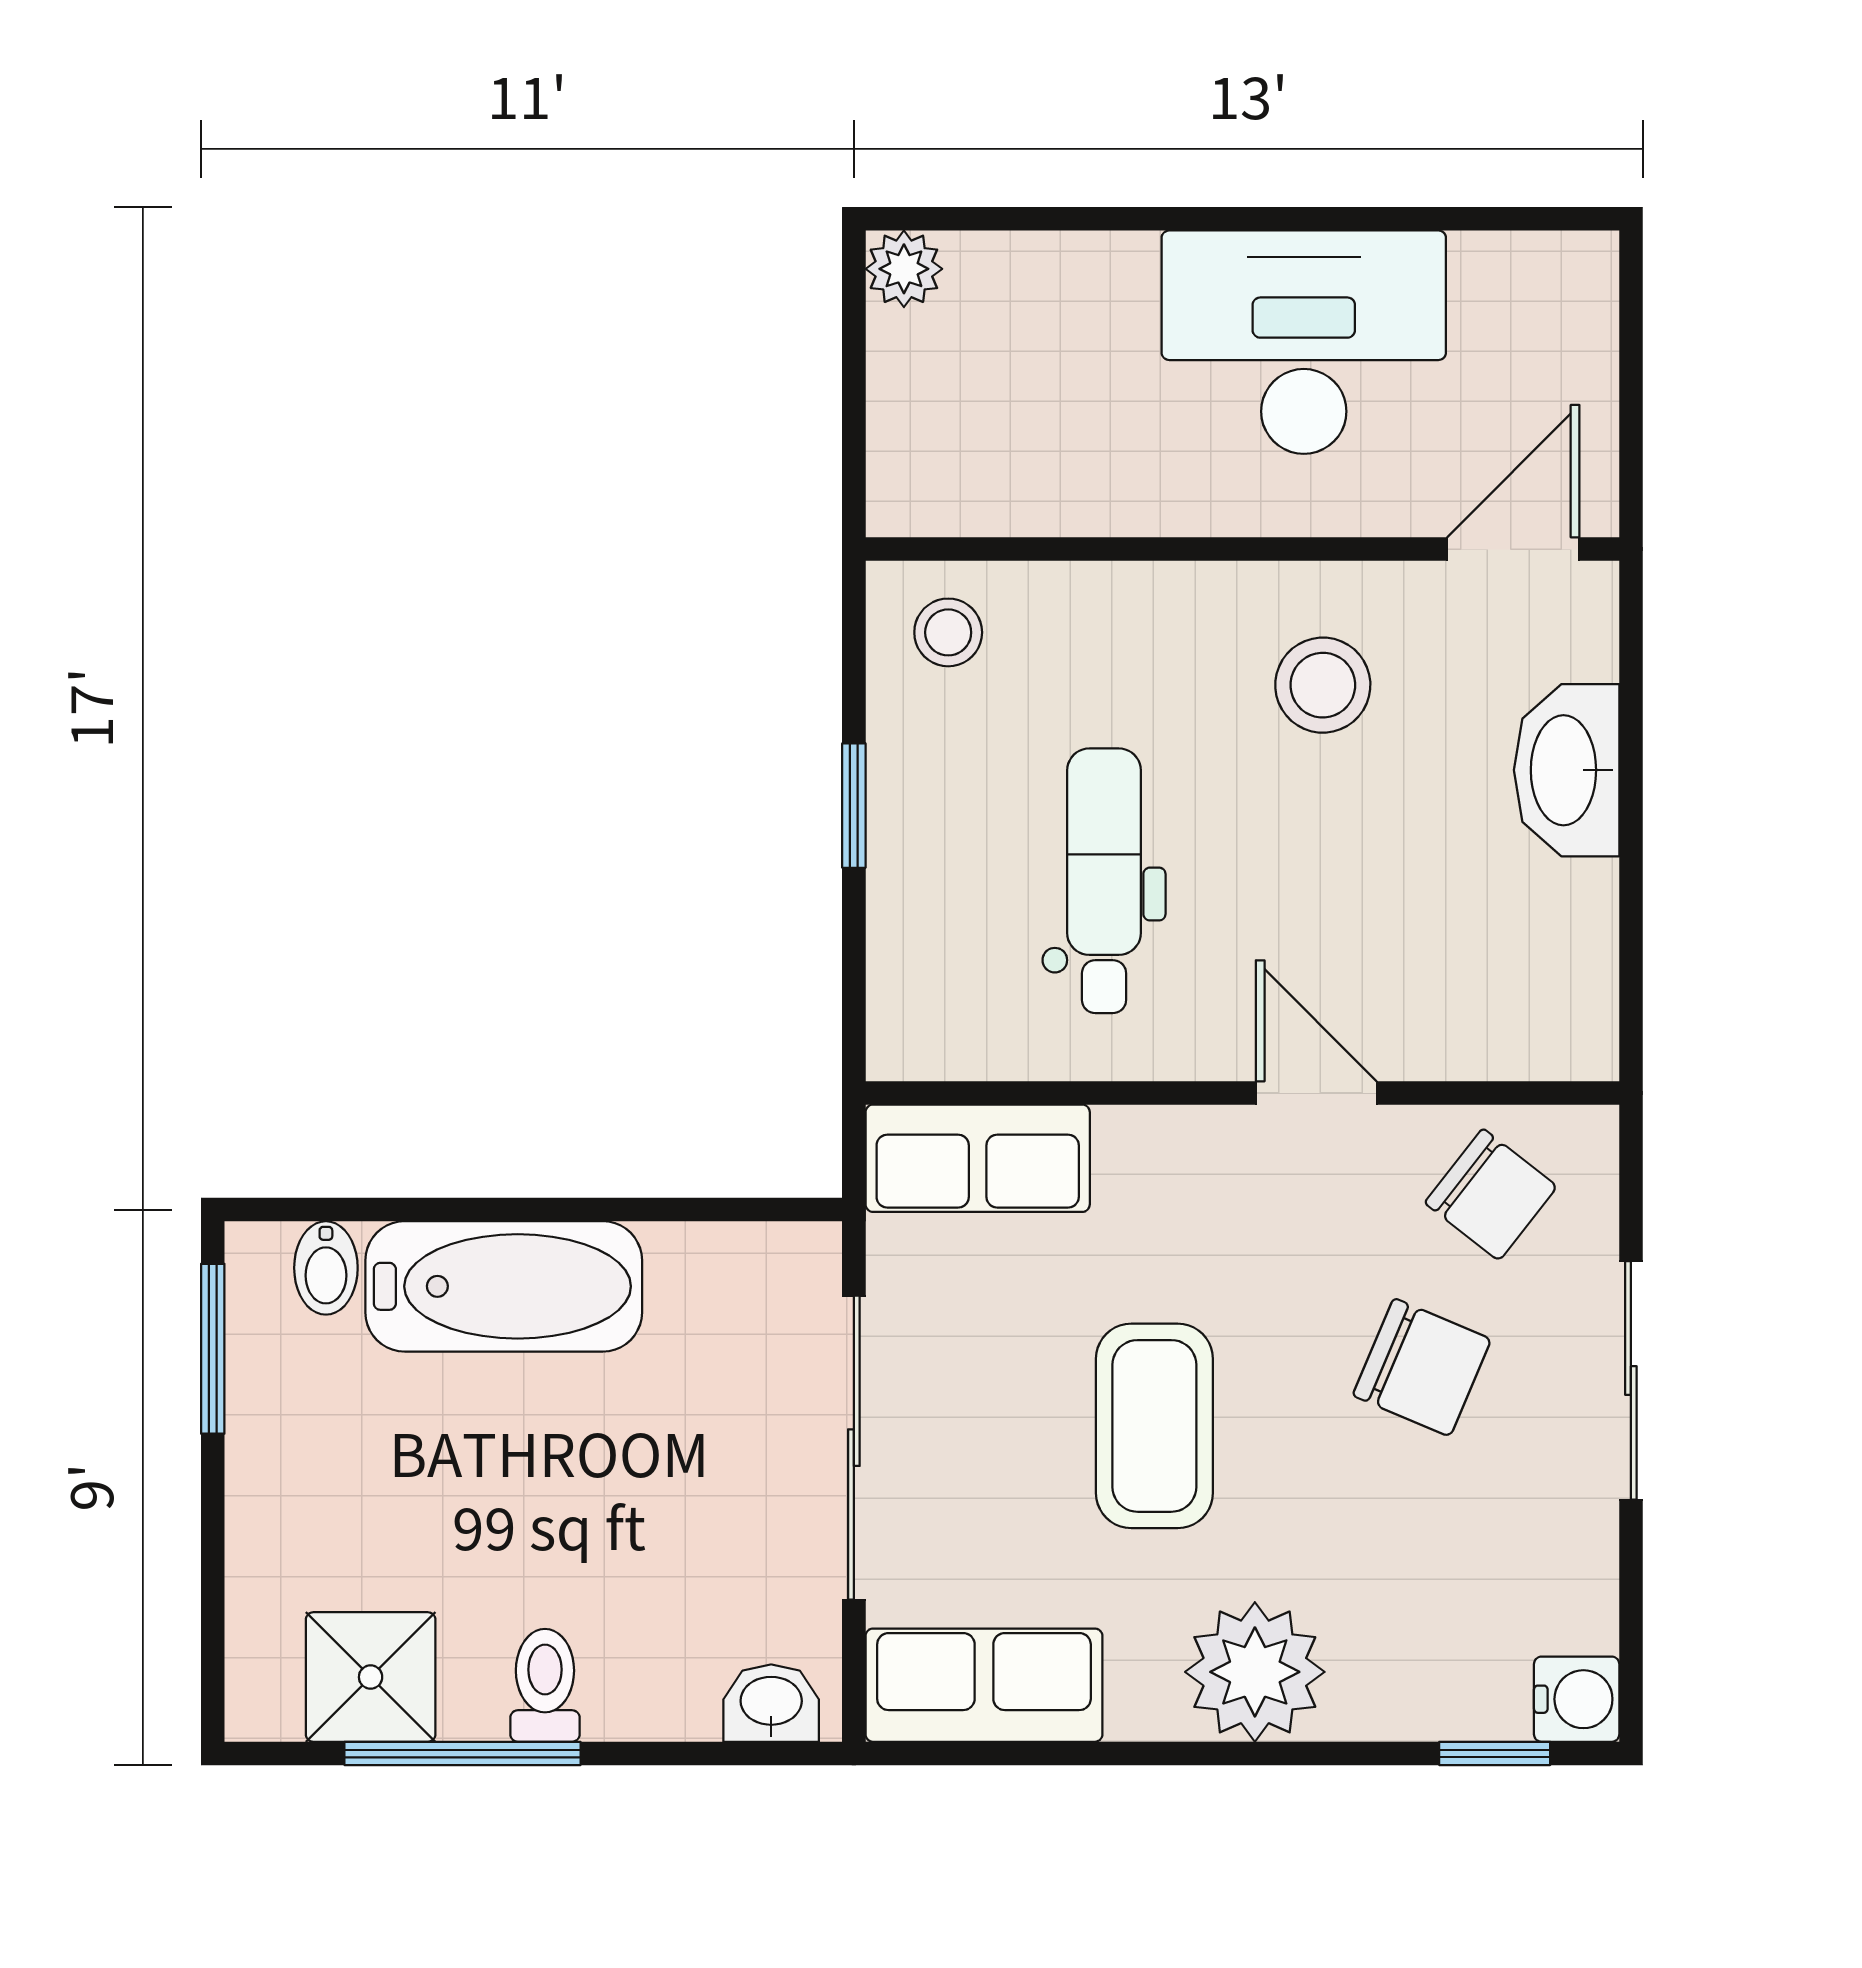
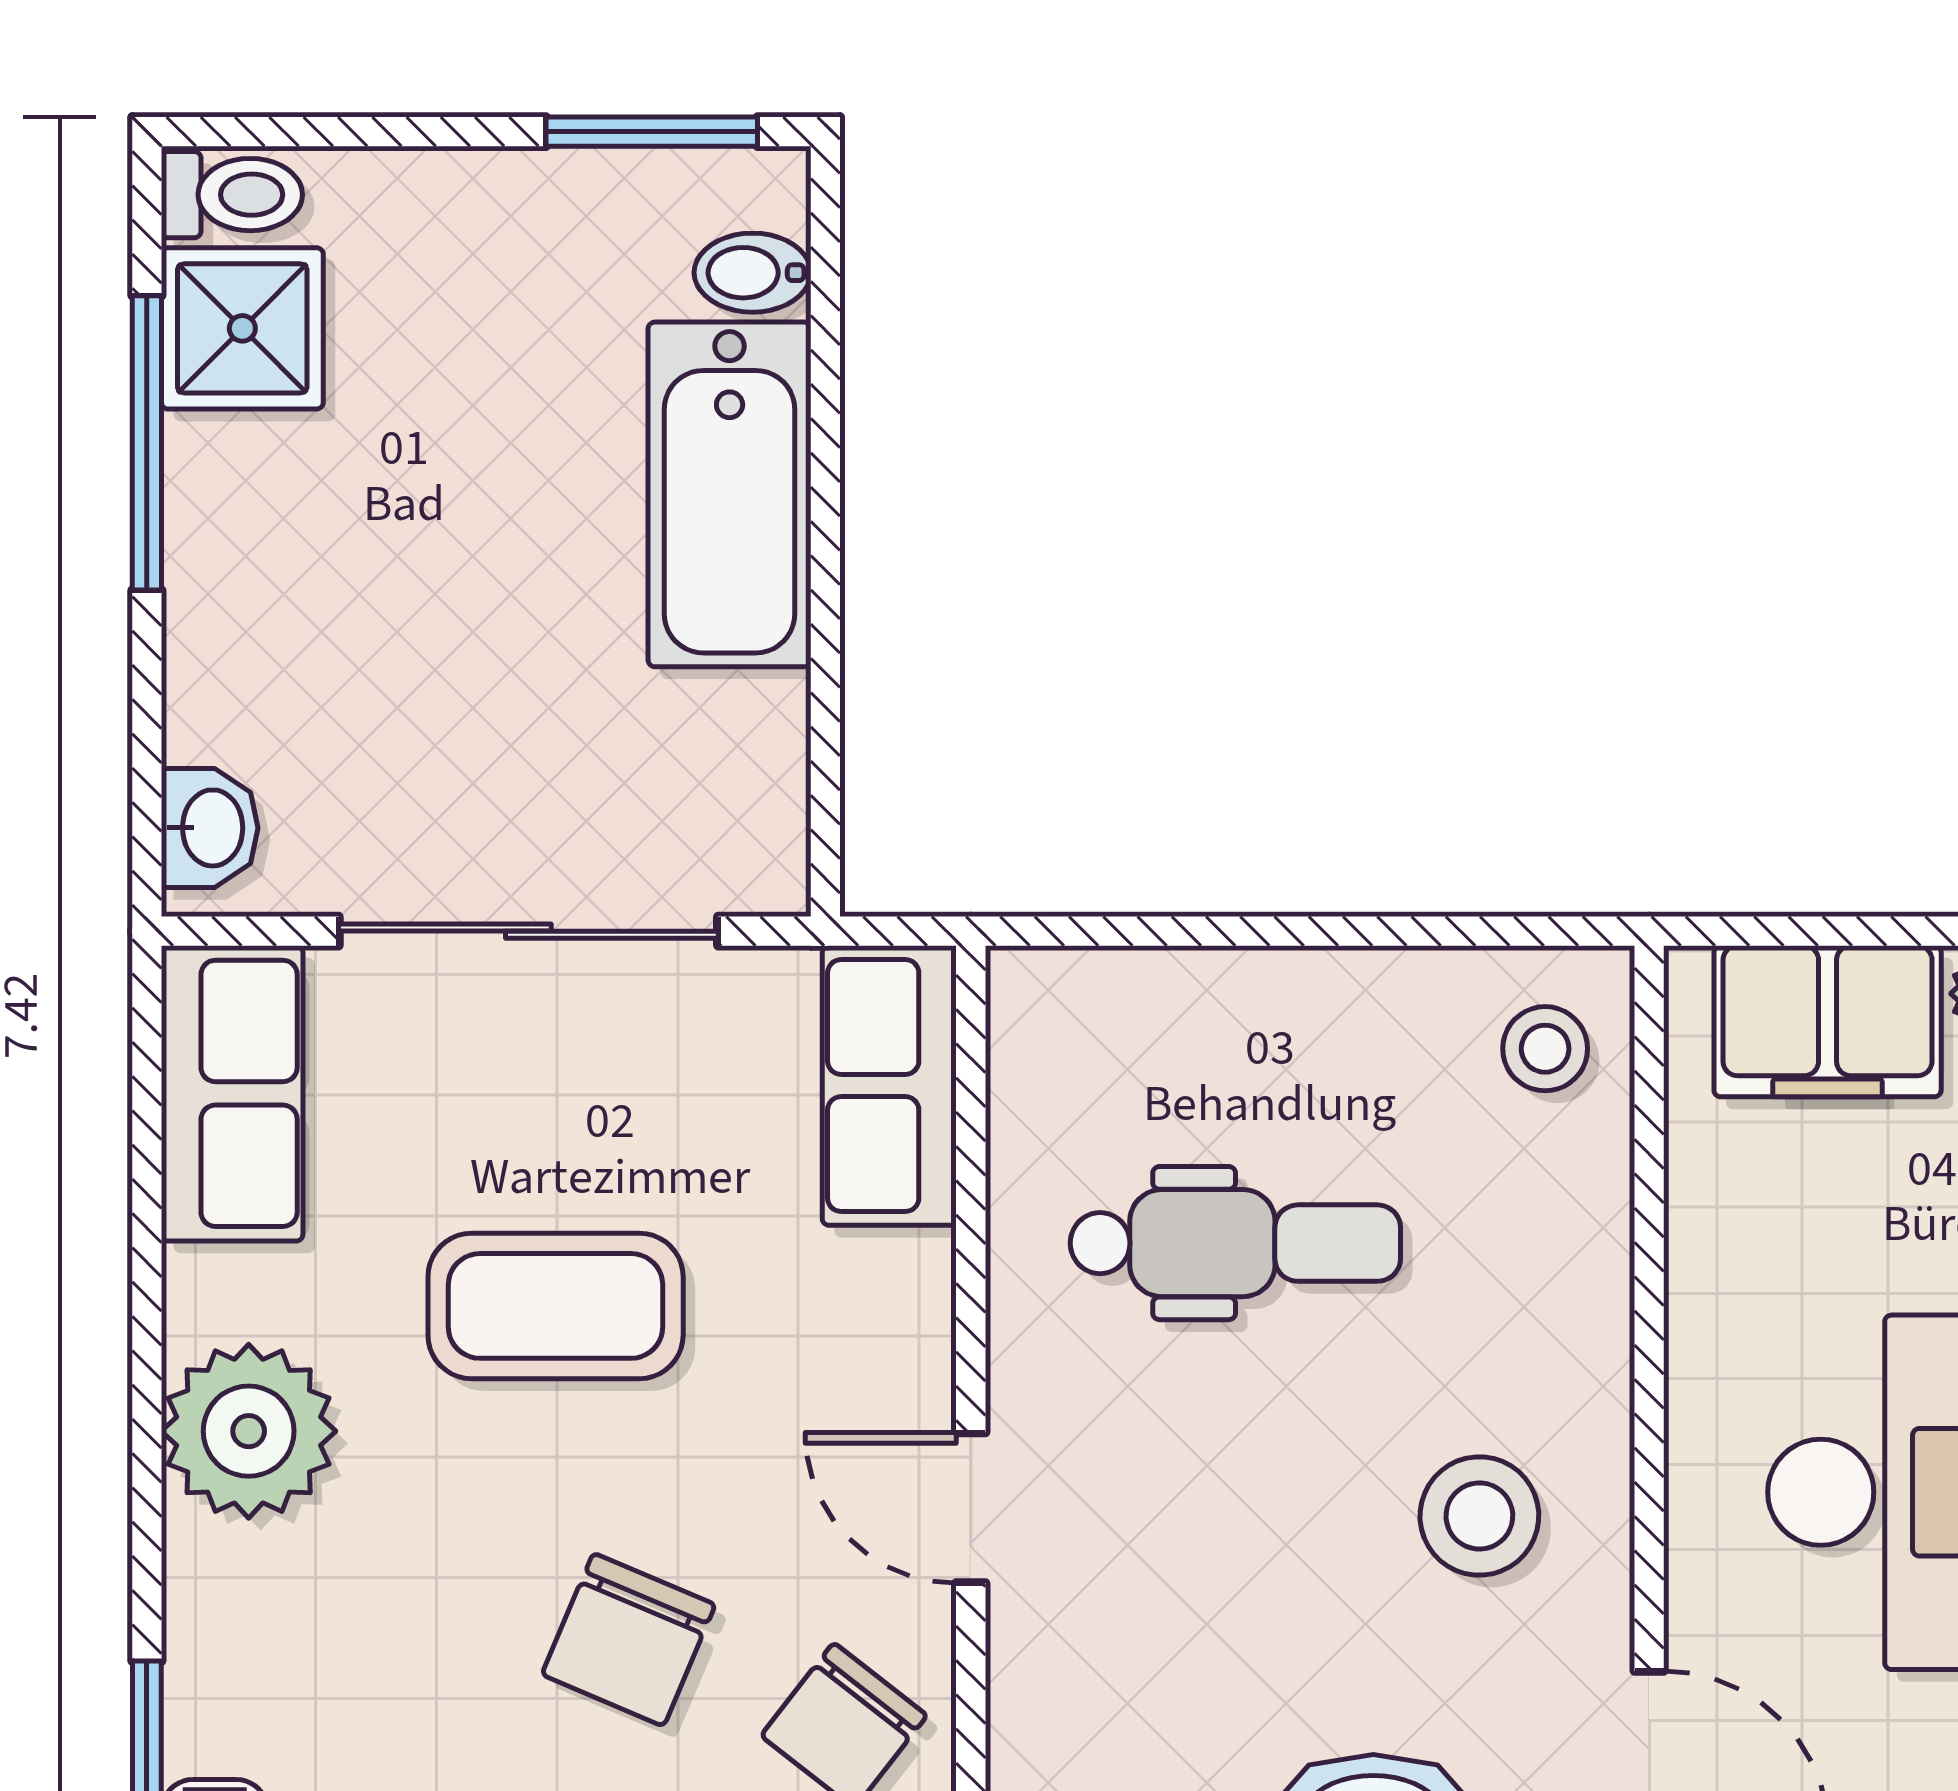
filing cabinet: (926, 406) -> (1828, 1021), added
window: (854, 806) -> (1329, 931), removed
door: (1316, 1093) -> (971, 1508), swing flipped
toilet: (545, 1685) -> (232, 195), moved

